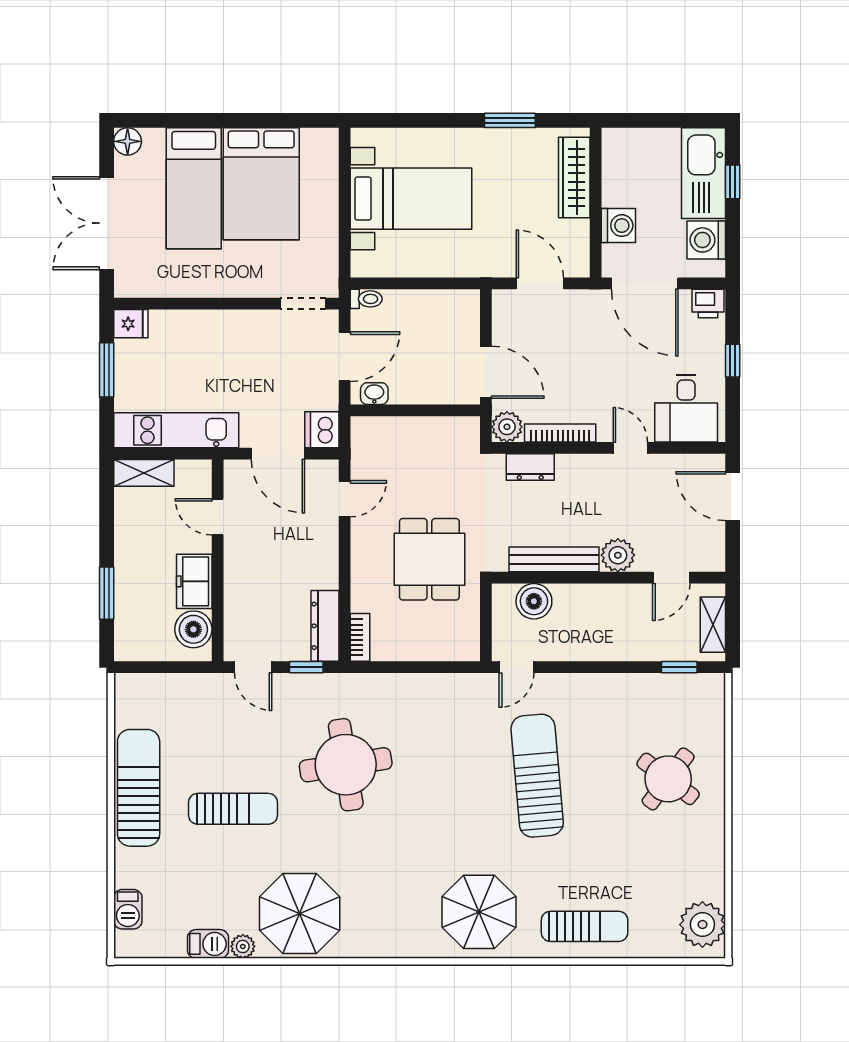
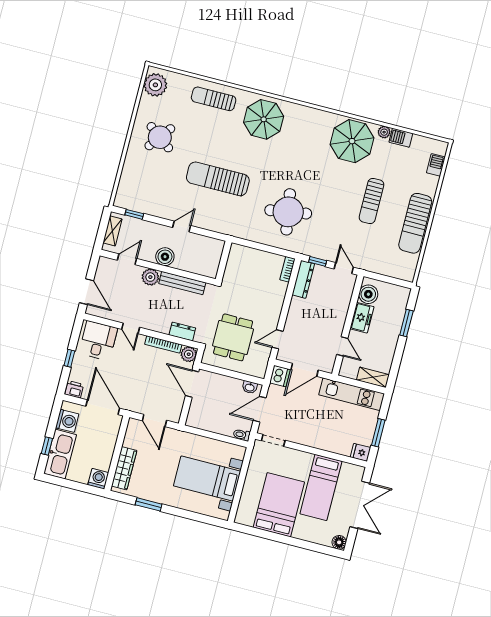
bed: (194, 188) -> (321, 487), moved, turned 180
washing machine: (618, 226) -> (98, 479), moved, turned 90
door: (278, 454) -> (305, 370), swing flipped
dining table: (429, 559) -> (233, 337), moved
boiler: (534, 601) -> (165, 257), moved
door: (516, 667) -> (182, 226), moved
round table: (346, 765) -> (288, 212), moved
sun lounger: (537, 776) -> (218, 179), turned 95
round table: (668, 779) -> (160, 137), moved
sun lounger: (233, 809) -> (372, 201), turned -90

